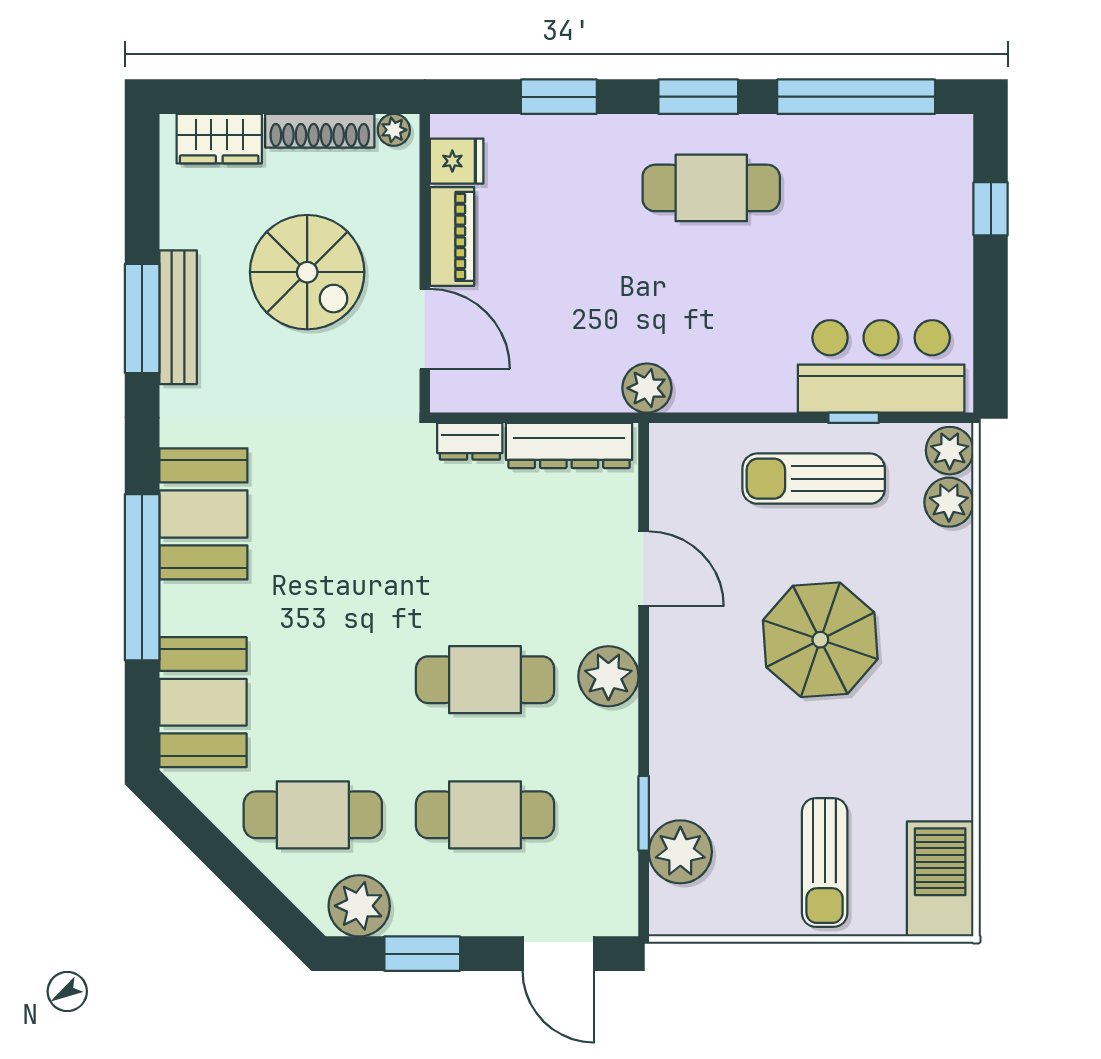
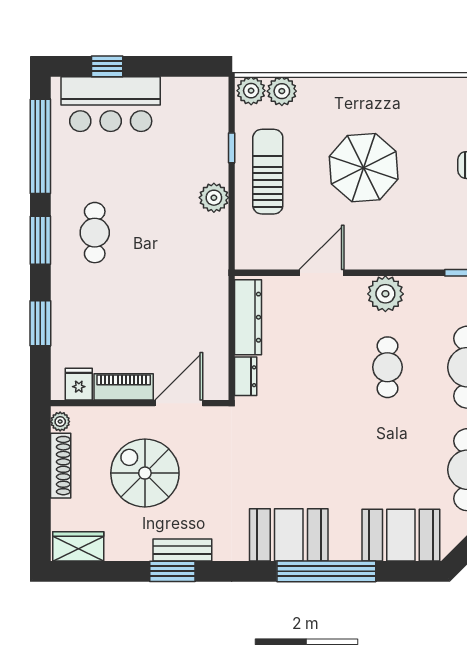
wardrobe: (219, 139) -> (78, 546), moved, turned -90
cafe table: (711, 188) -> (95, 233), width x0.73, depth x0.74
spiral stairs: (307, 272) -> (145, 473), turned -90
bench: (178, 317) -> (182, 550), width x0.73
window: (142, 318) -> (172, 571), width x0.69
bar counter: (881, 366) -> (111, 104), moved, turned -90
plant: (647, 388) -> (214, 198), moved
sun lounger: (814, 479) -> (268, 172), turned 180
cafe table: (485, 680) -> (387, 367), width x0.73, depth x0.74

